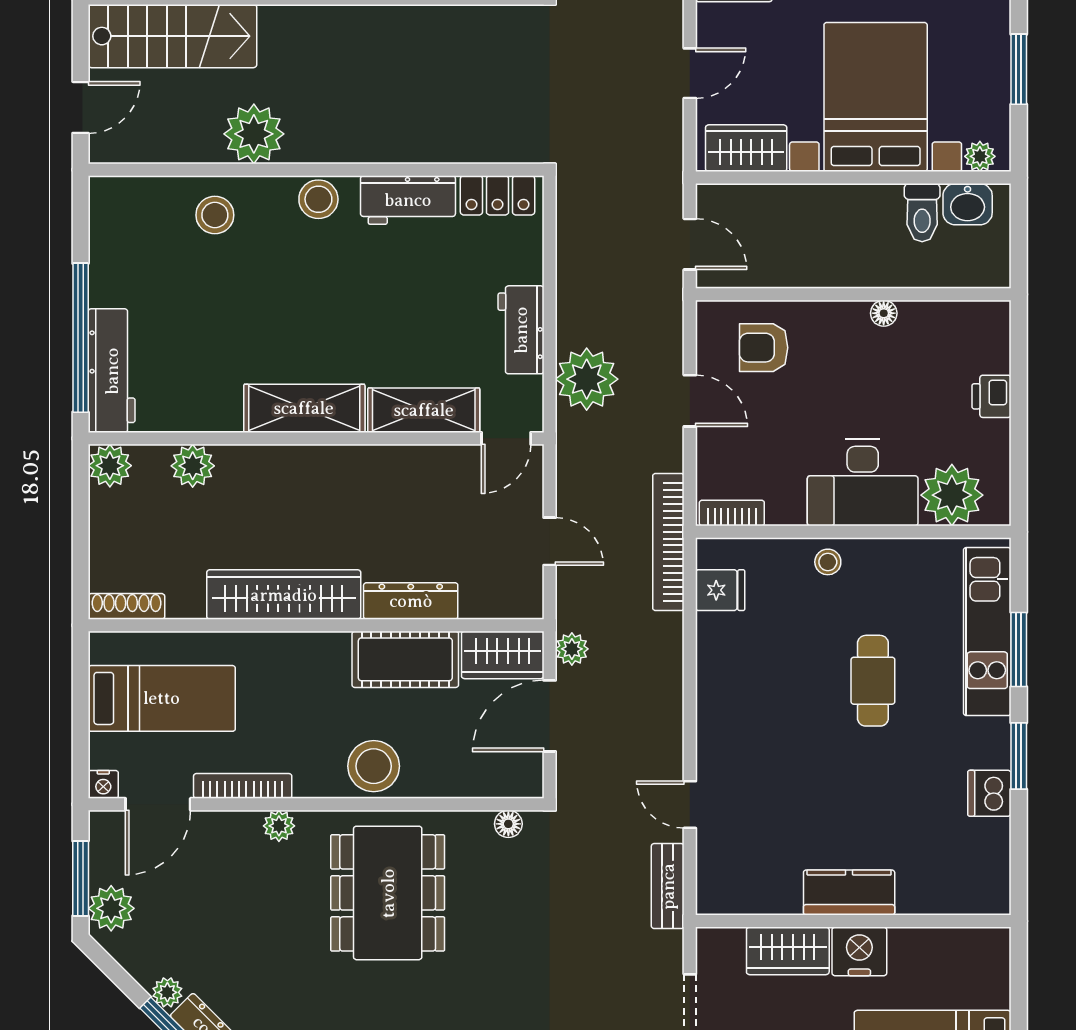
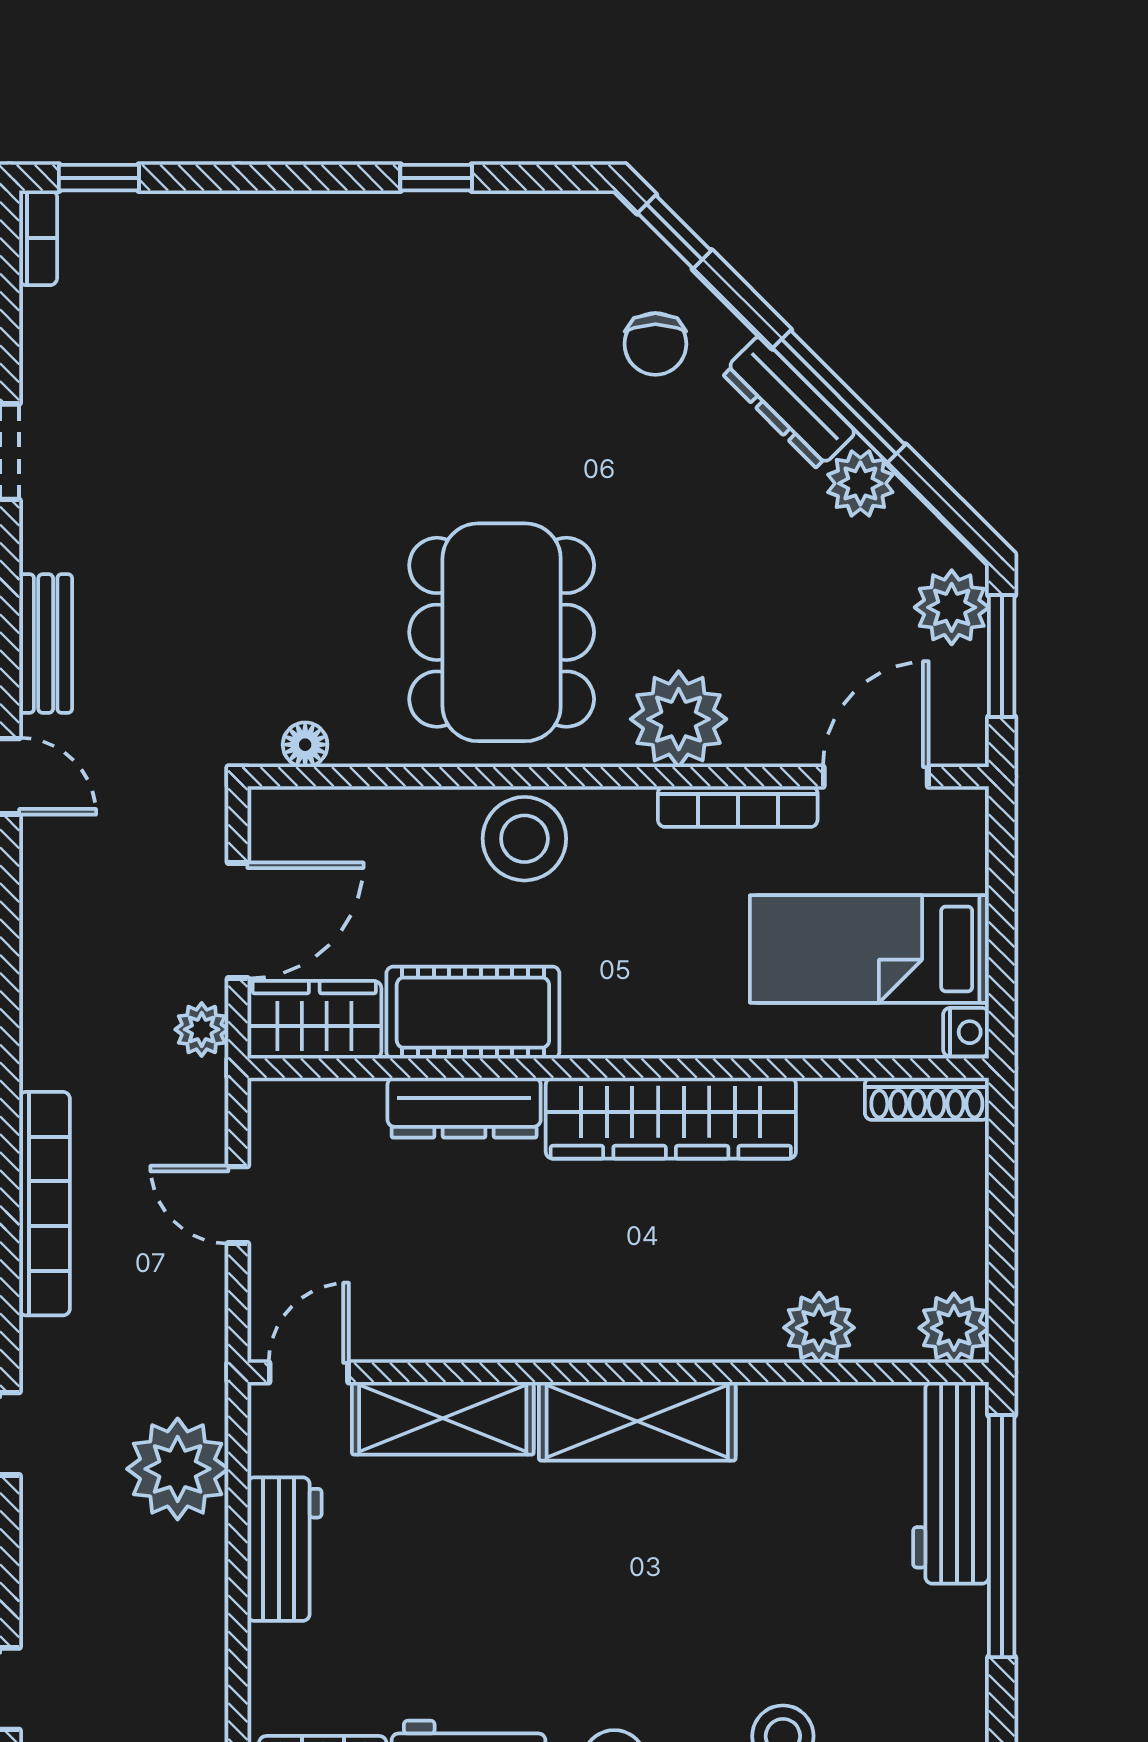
nightstand: (103, 784) -> (966, 1032), moved, turned 90
plant: (279, 826) -> (679, 719), width x1.88, depth x1.88
plant: (167, 992) -> (860, 483), width x1.38, depth x1.38

